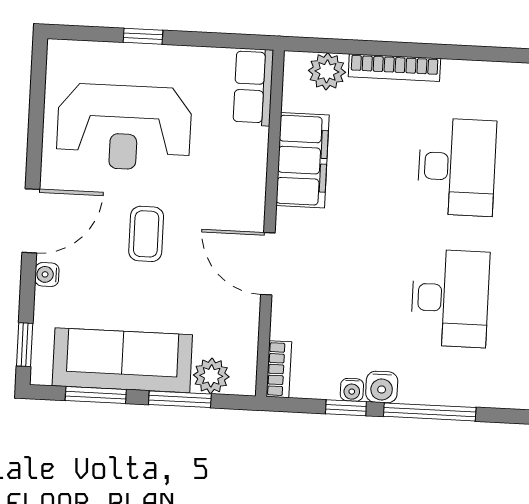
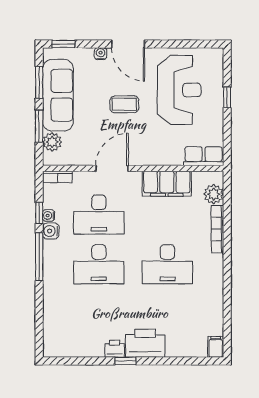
reception desk: (124, 127) -> (179, 90), turned 180
desk: (355, 293) -> (99, 215), added

